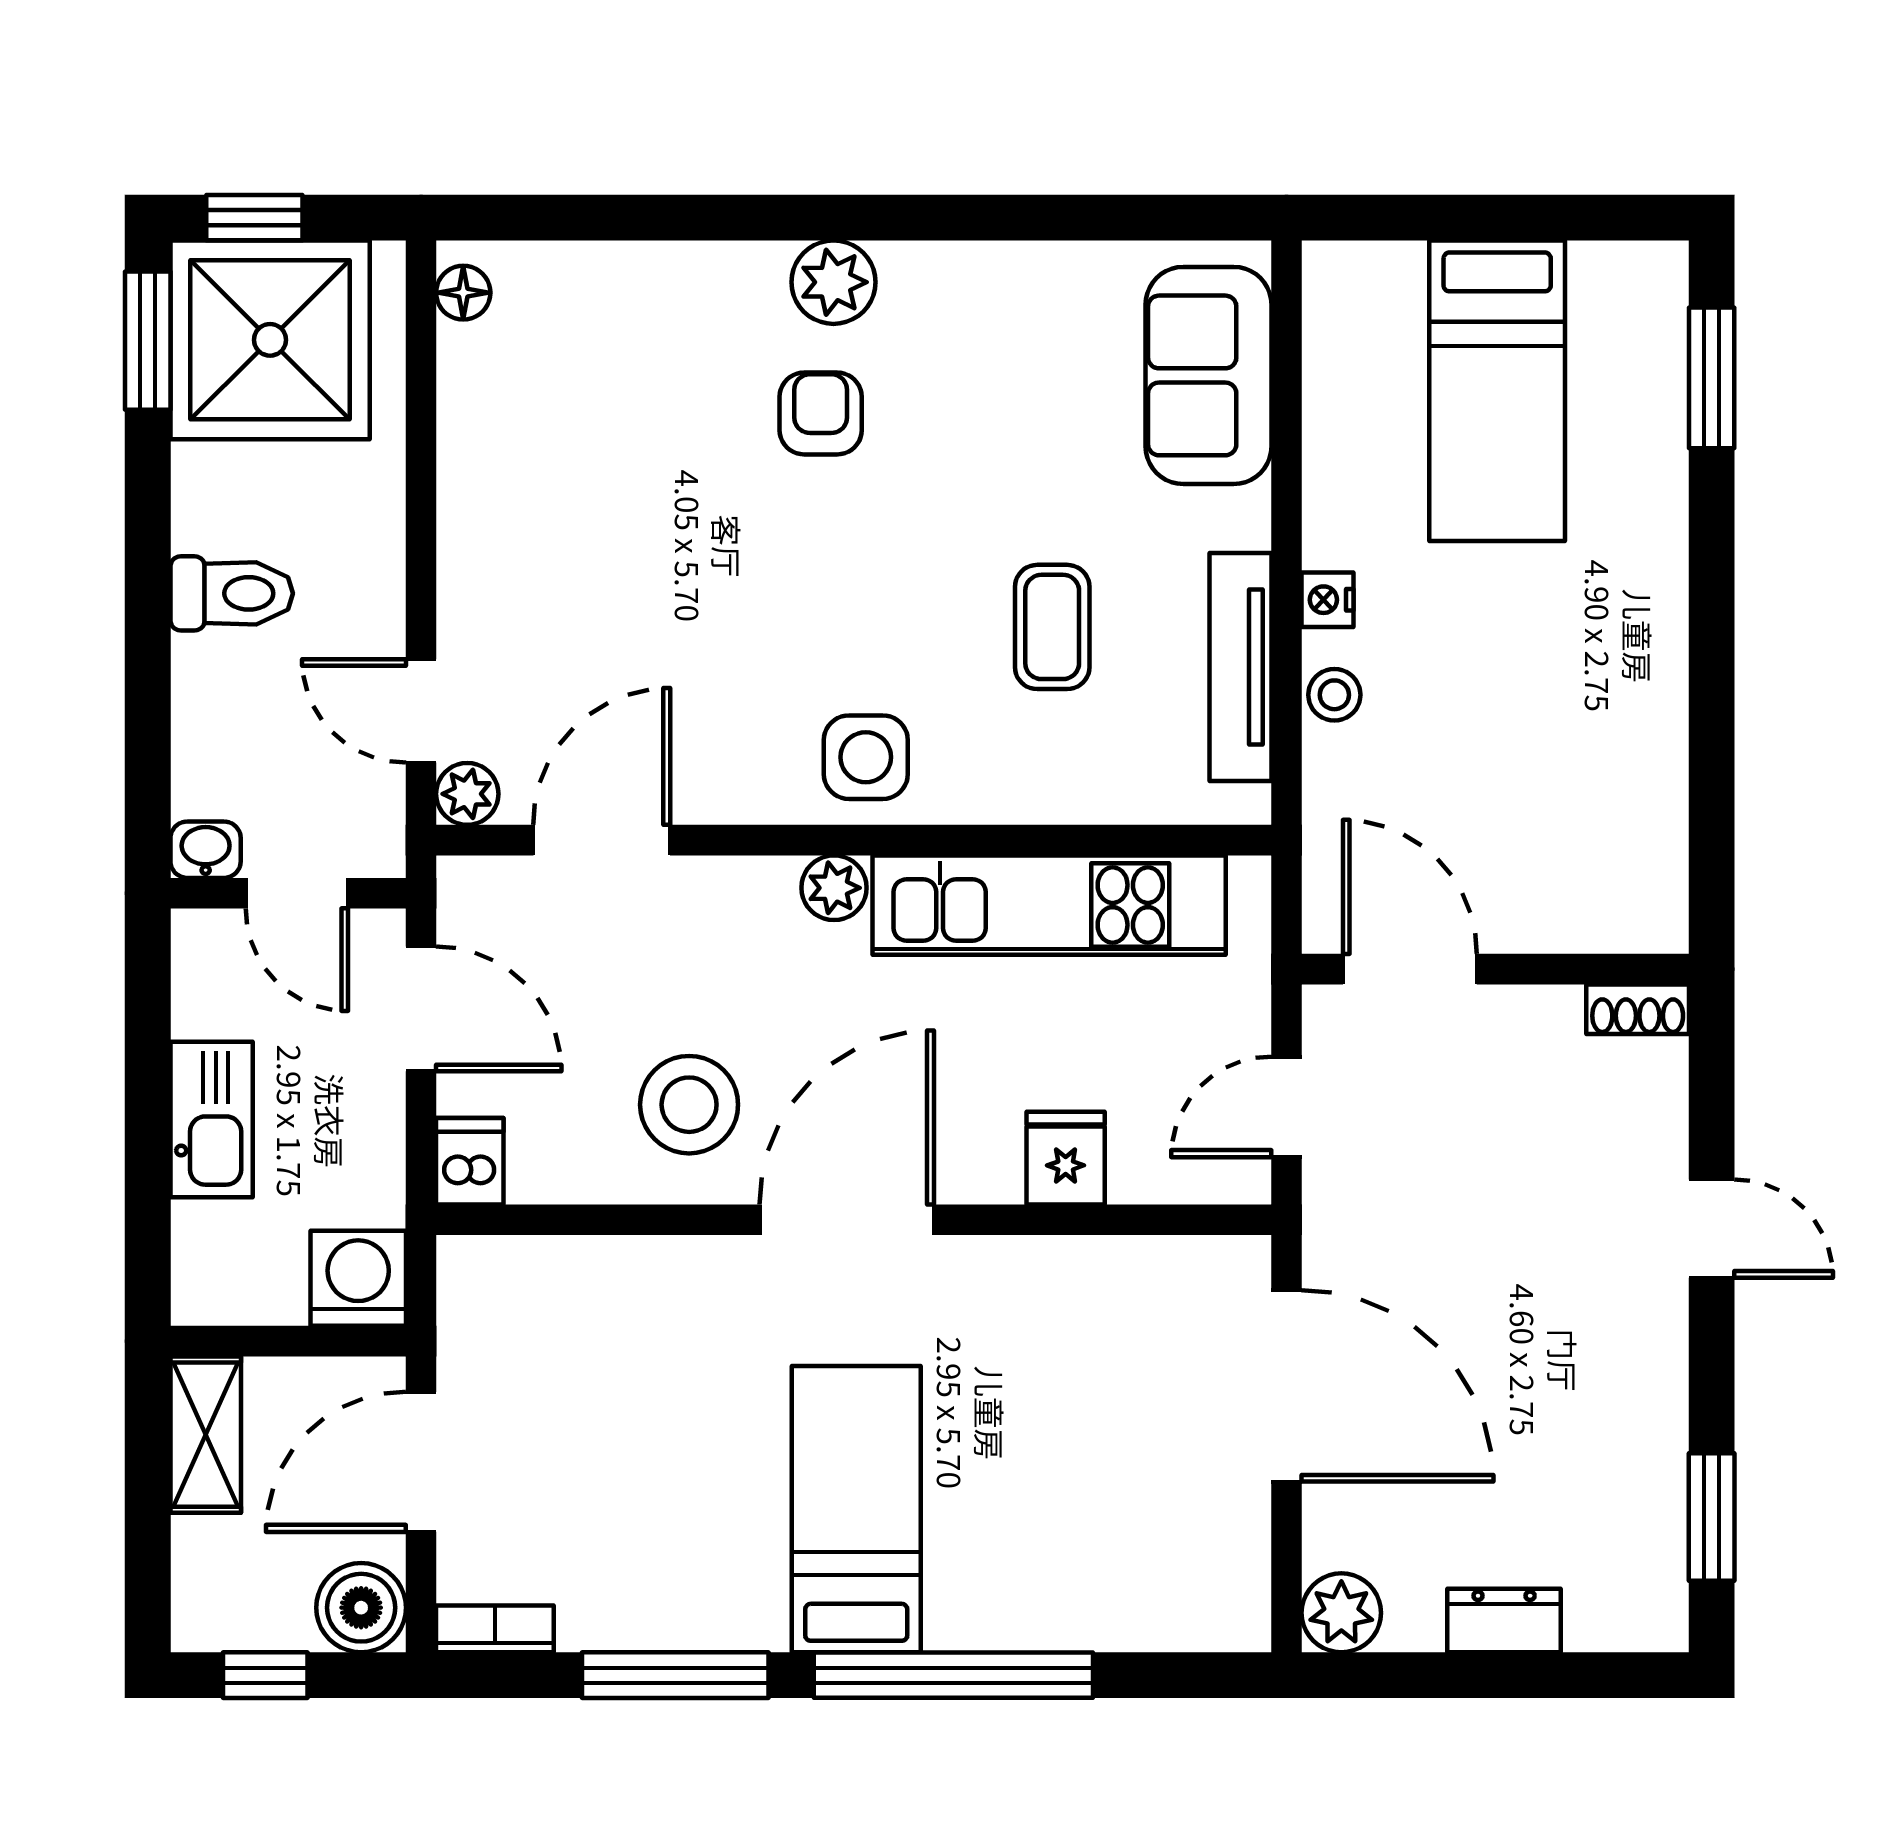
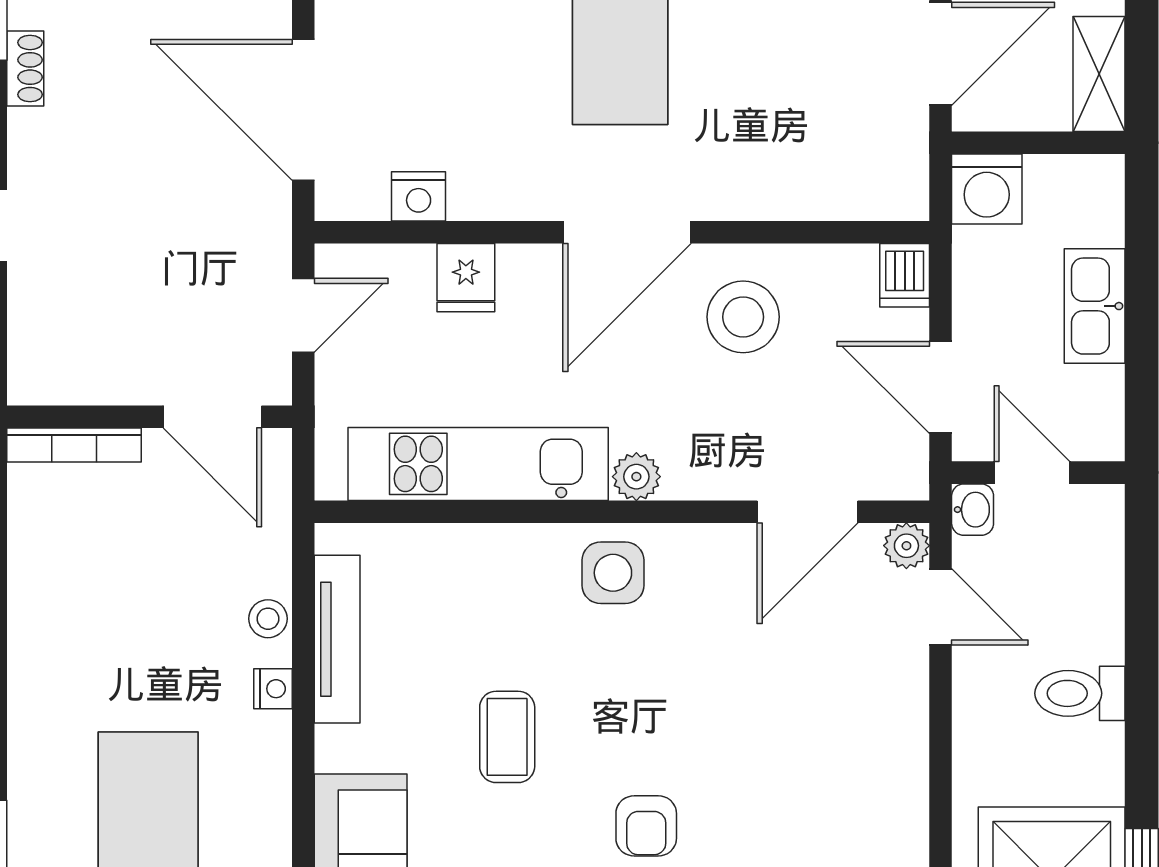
coffee table: (1052, 627) -> (507, 737), moved
washbasin: (206, 850) -> (973, 510), moved, turned -90
bookcase: (1598, 931) -> (74, 445), added
shoe rack: (1638, 1009) -> (25, 69), moved, turned 90
nightstand: (1130, 1268) -> (419, 196), added

